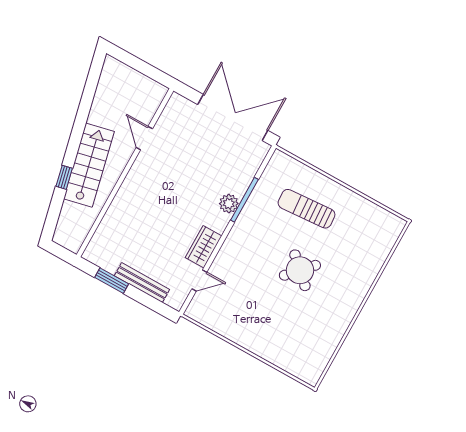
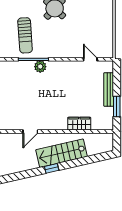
window: (64, 177) -> (52, 168), moved
sun lounger: (307, 209) -> (25, 35), moved
wardrobe: (203, 247) -> (79, 124), moved, turned 180

